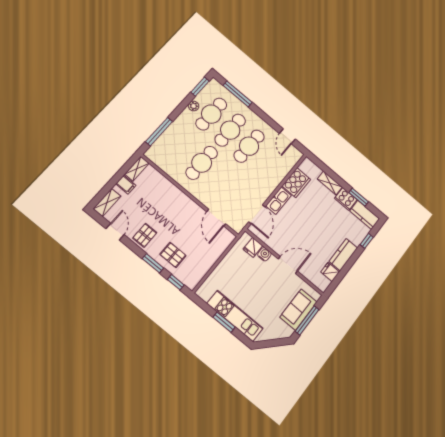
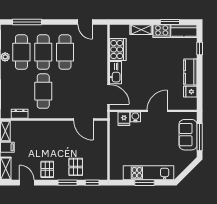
dresser: (163, 165) -> (20, 114), added
pallet: (173, 255) -> (76, 167), turned 90

